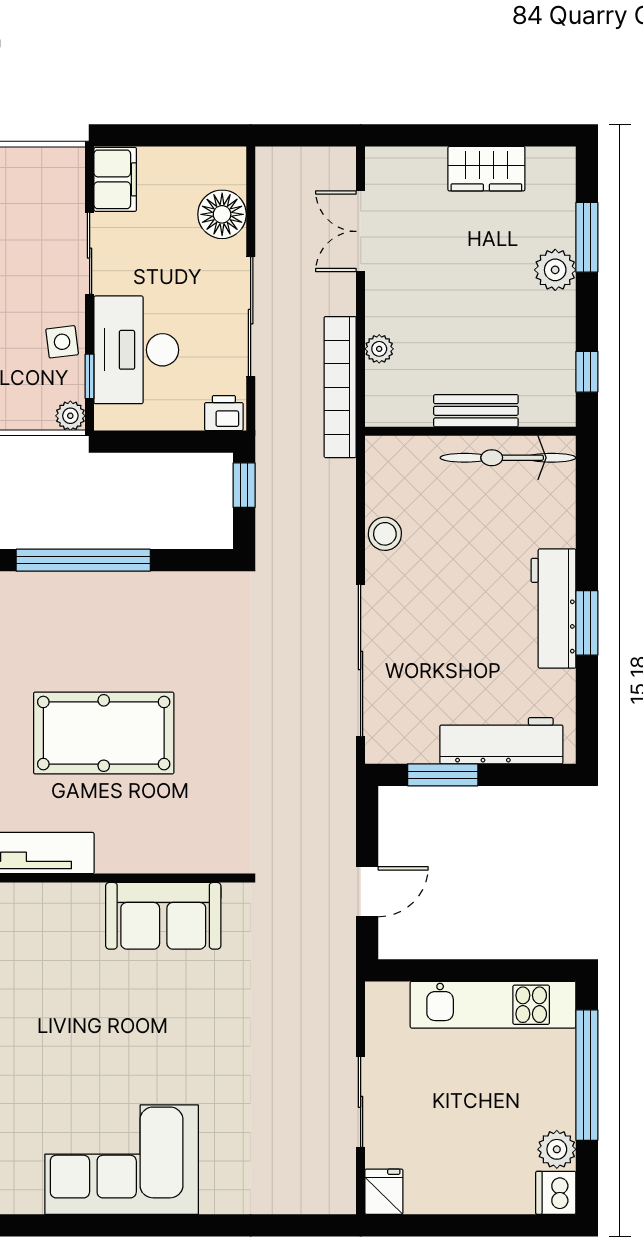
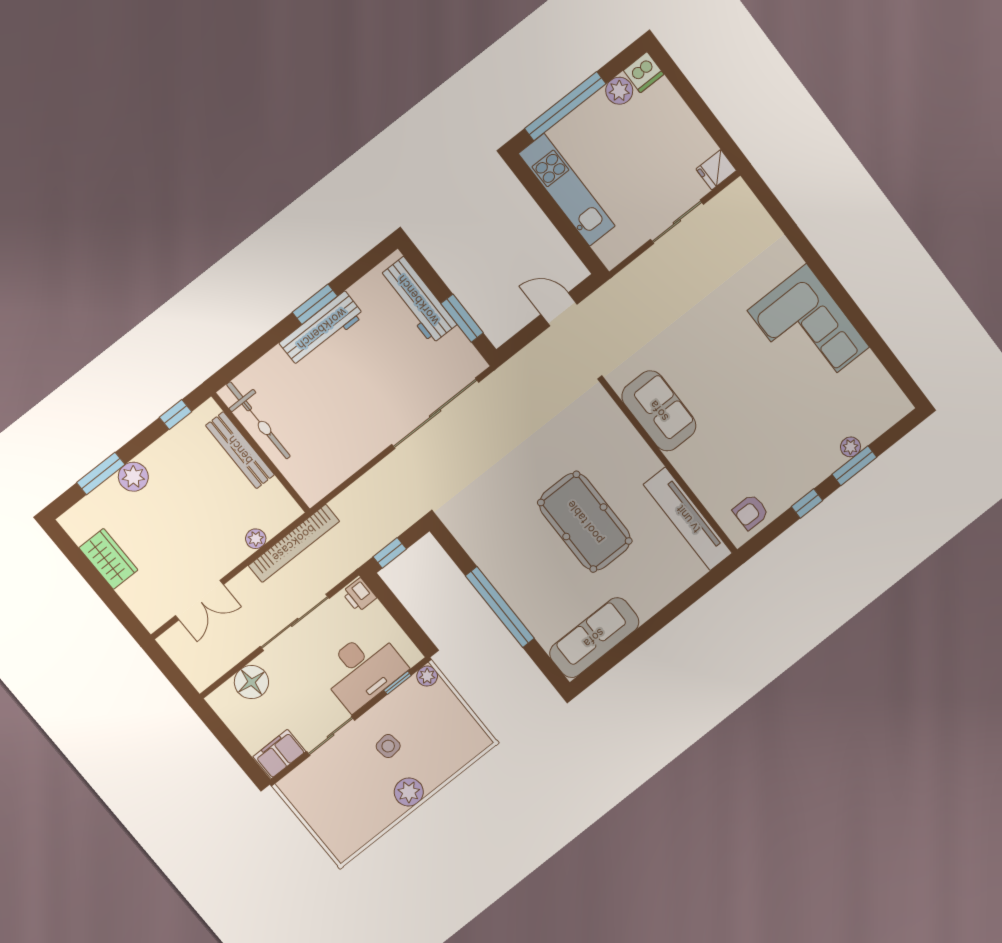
side table: (62, 342) -> (388, 746), moved
bench: (476, 411) -> (240, 450), width x1.36
stool: (385, 534) -> (355, 455), removed

